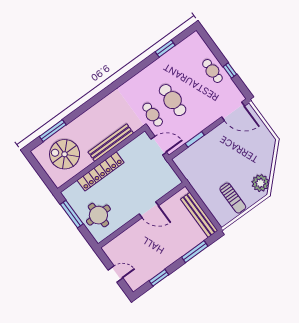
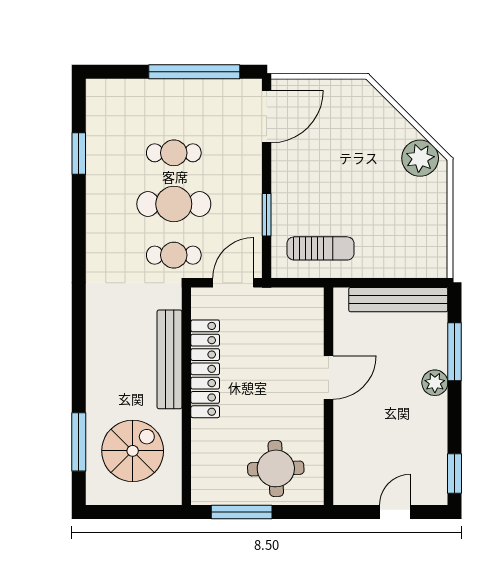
window: (230, 70) -> (194, 72), width x3.17
cafe table: (212, 71) -> (174, 153), moved
spiral stairs: (65, 154) -> (133, 451), turned 180
locker: (101, 171) -> (205, 369), moved
sun lounger: (233, 198) -> (321, 248), moved
plant: (177, 253) -> (435, 383), added
window: (159, 278) -> (455, 473), moved

